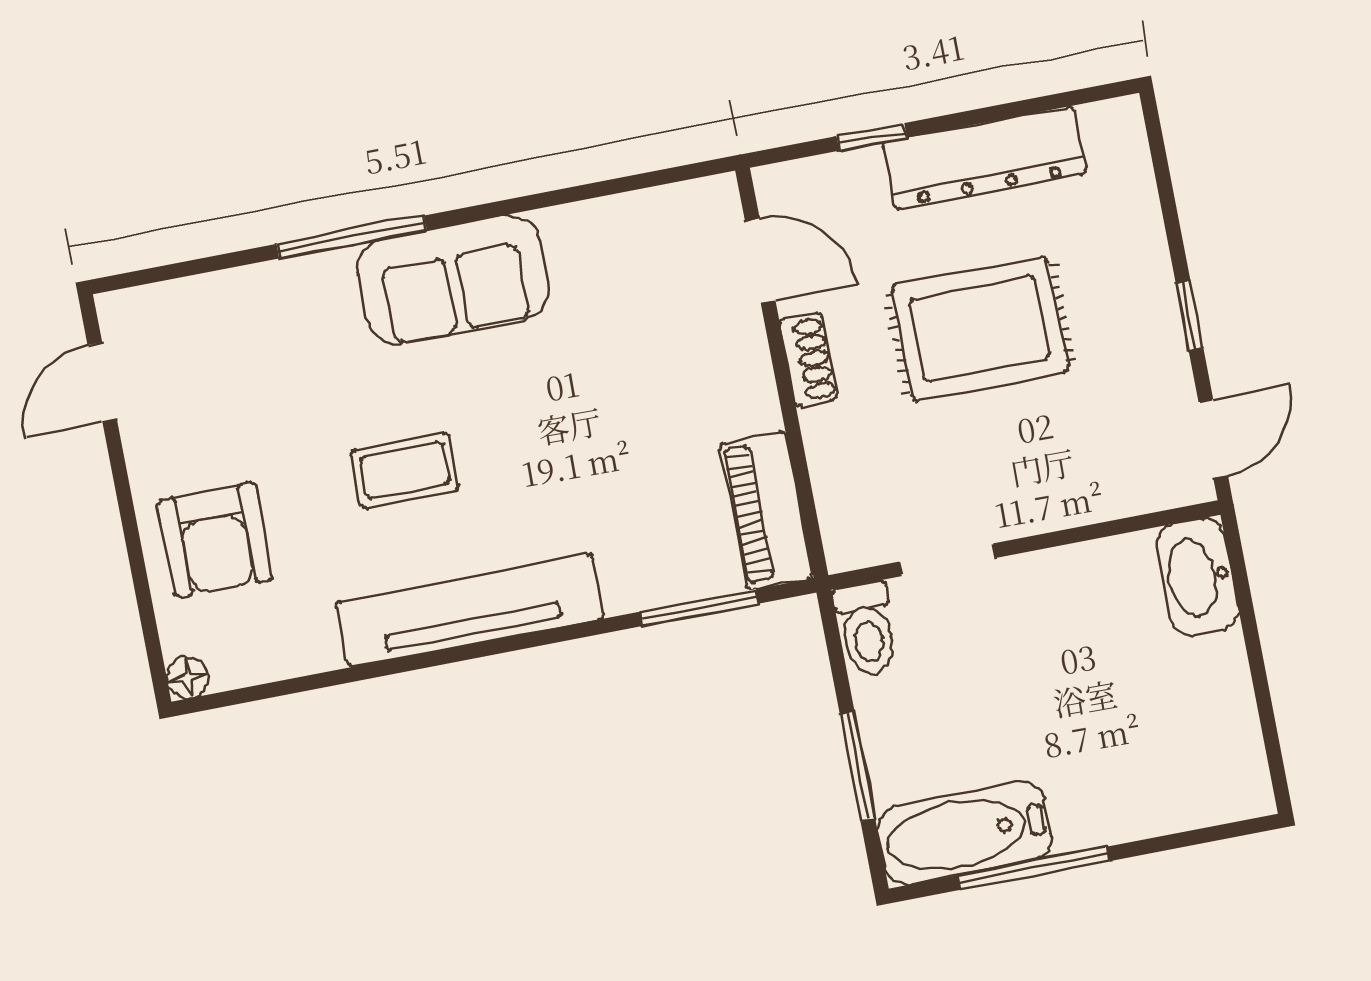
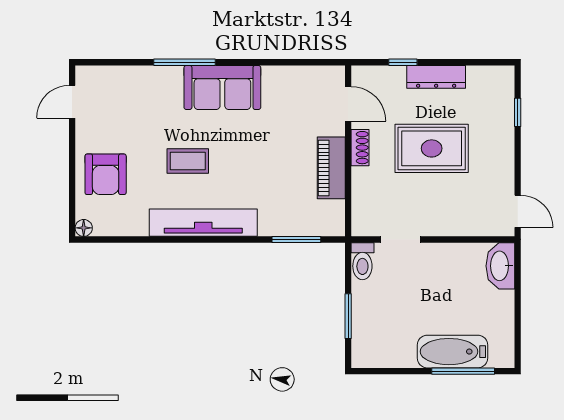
dresser: (984, 158) -> (436, 77), width x0.73, depth x0.80
window: (1190, 316) -> (518, 112), moved
door: (1213, 439) -> (518, 211), hinge flipped
piano: (767, 511) -> (331, 168), moved
bathtub: (964, 833) -> (452, 352), moved
window: (1034, 868) -> (463, 371), moved

